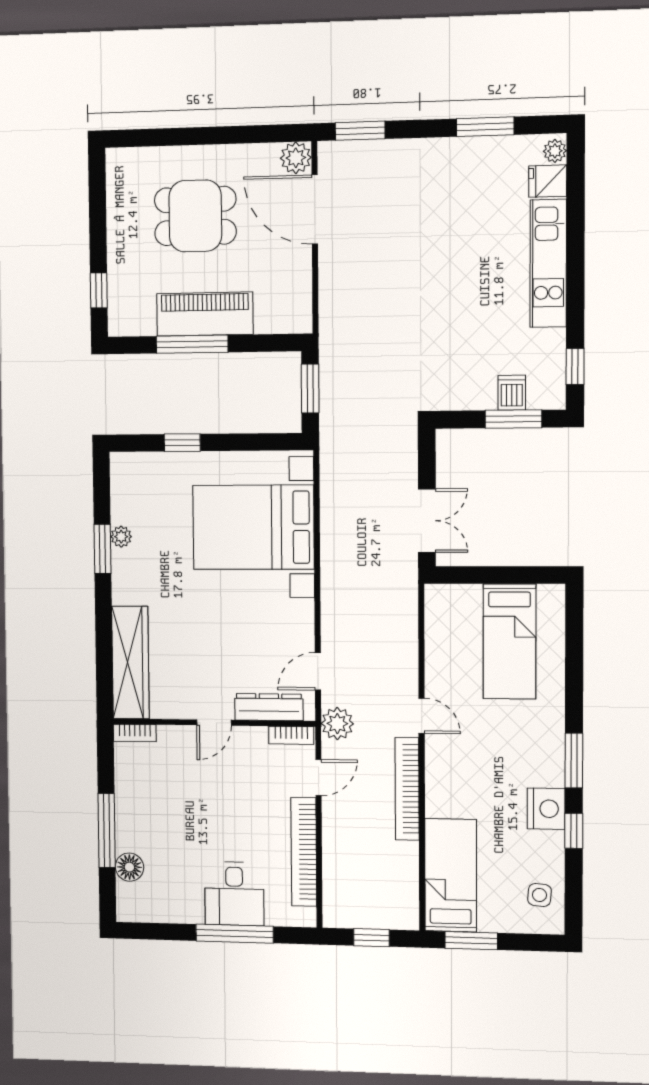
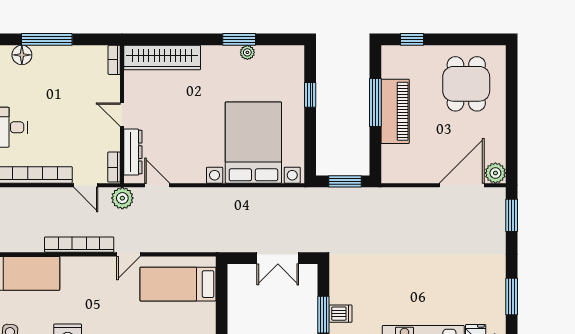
dining table: (195, 216) -> (466, 84), moved
double door: (427, 521) -> (278, 258), moved
bed: (509, 641) -> (178, 284), moved

